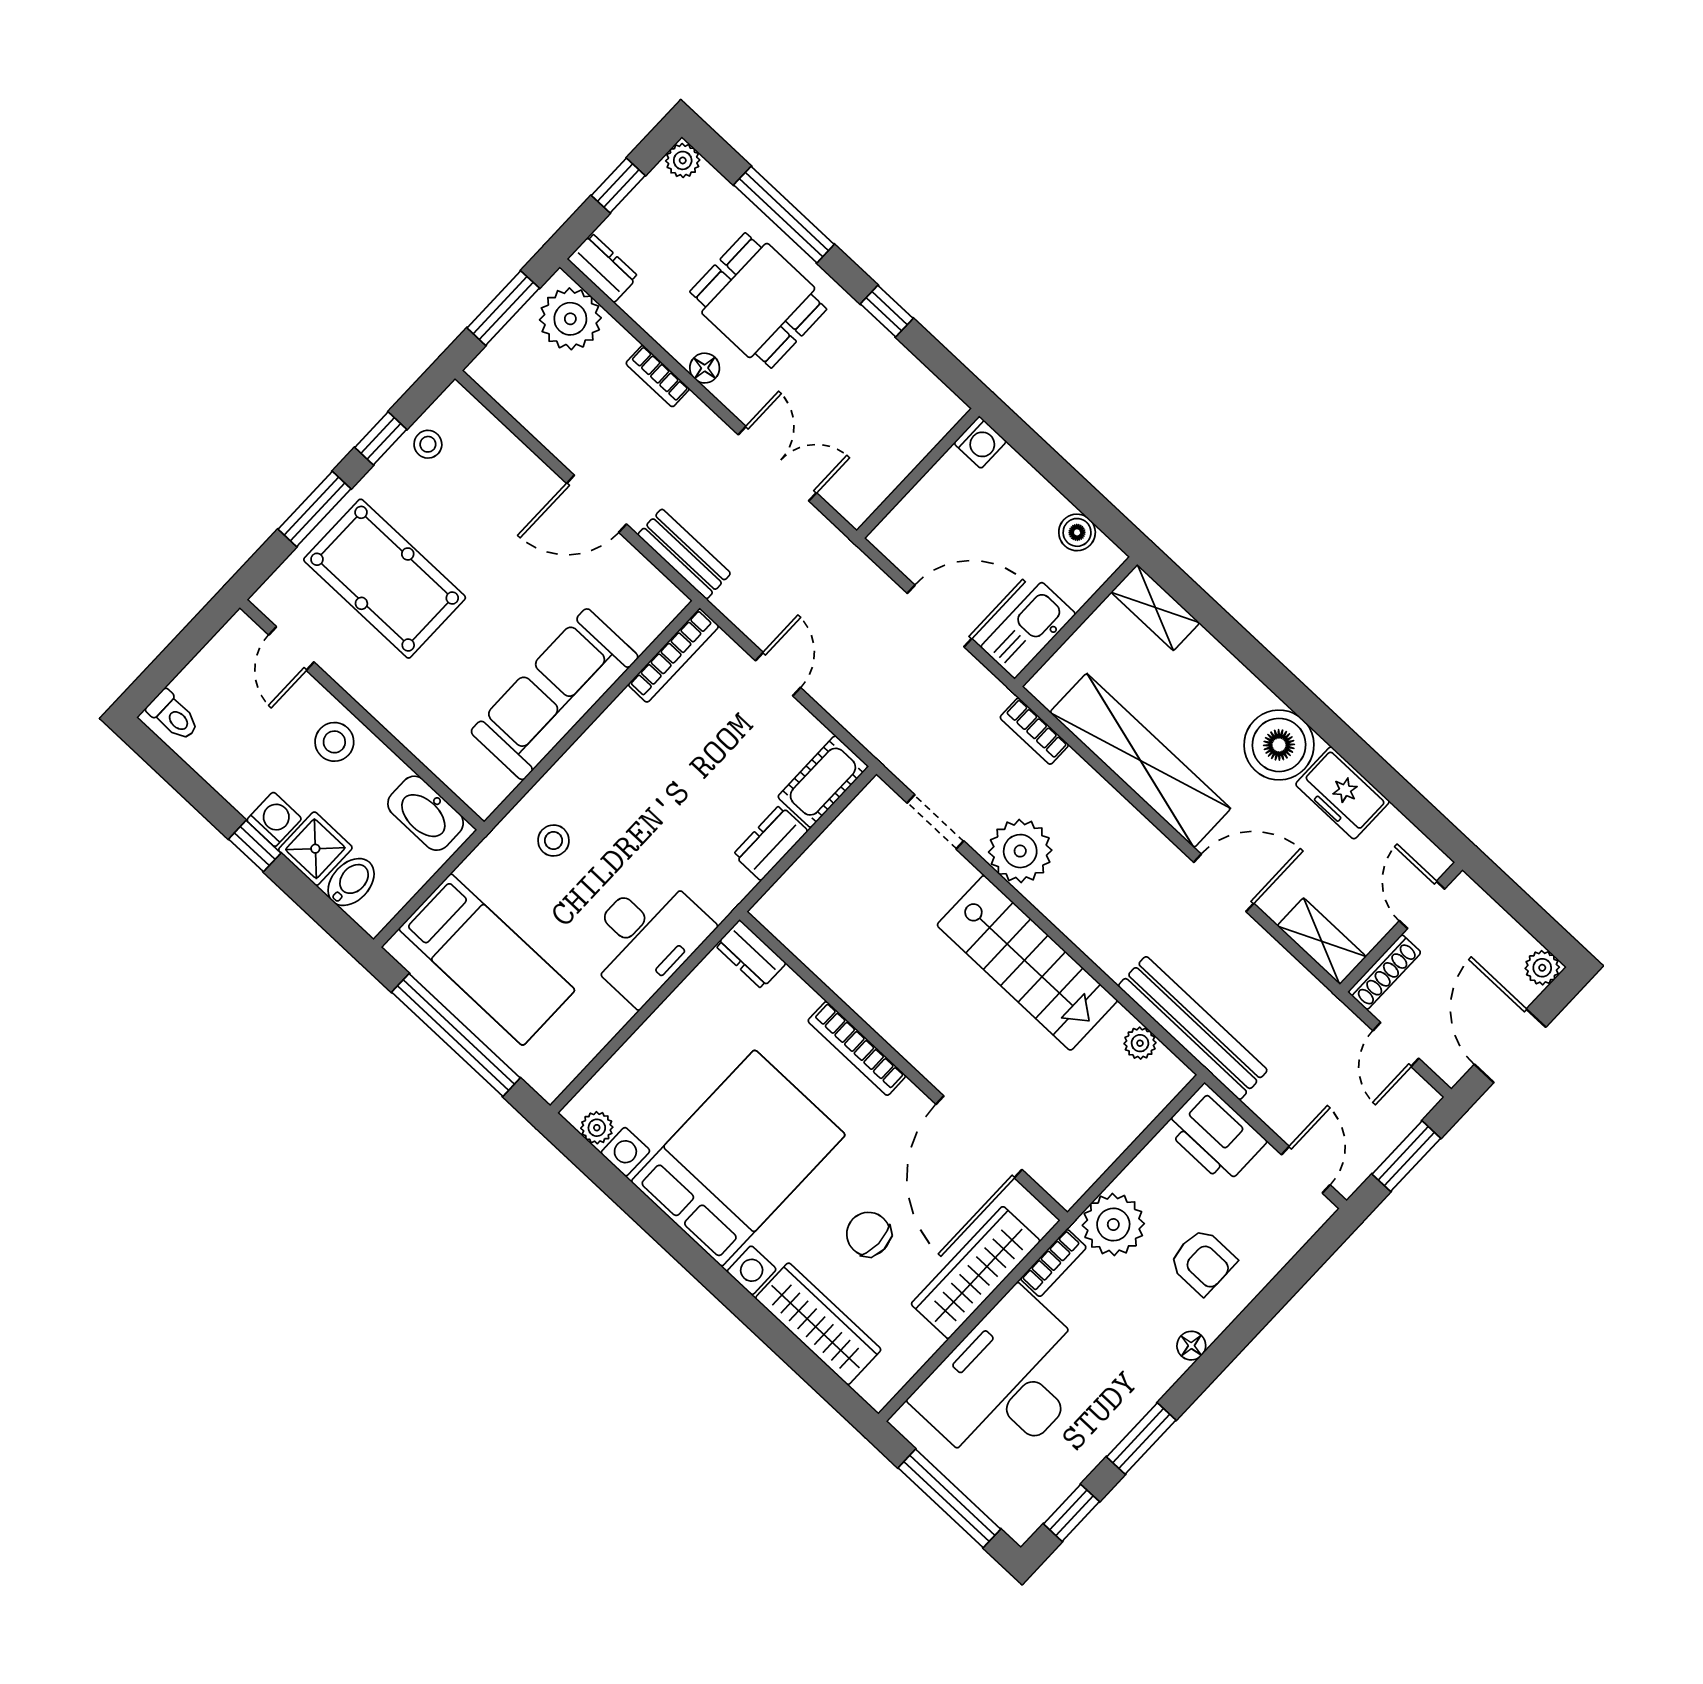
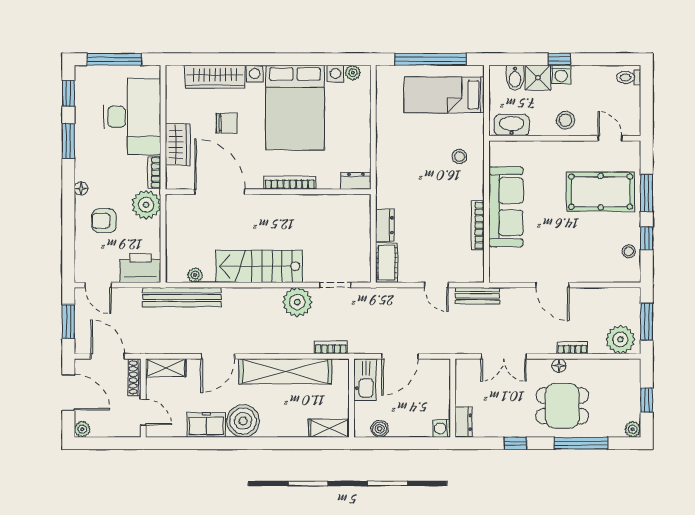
dresser: (603, 268) -> (464, 422), moved, turned -90
door: (597, 504) -> (552, 285), swing flipped
bench: (684, 554) -> (477, 296), moved
bookcase: (673, 655) -> (478, 225), moved
desk: (645, 937) -> (397, 153), removed
door: (1396, 1044) -> (108, 356), width x1.38
wardrobe: (976, 1273) -> (178, 144), width x0.67

